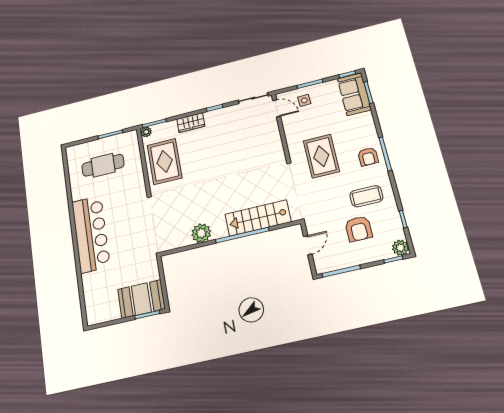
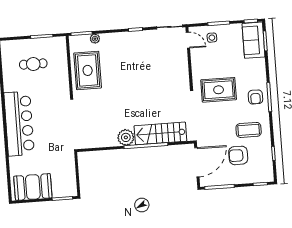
wardrobe: (191, 123) -> (114, 39), removed
plant: (146, 132) -> (95, 39), moved
rug: (321, 156) -> (219, 90), turned 90
cafe table: (103, 165) -> (33, 64), width x0.73, depth x0.74
armchair: (359, 229) -> (238, 155), turned 90
plant: (201, 233) -> (126, 137), moved
door: (308, 245) -> (197, 162), width x1.87
plant: (400, 248) -> (267, 176), removed
booth: (141, 299) -> (33, 187), moved

